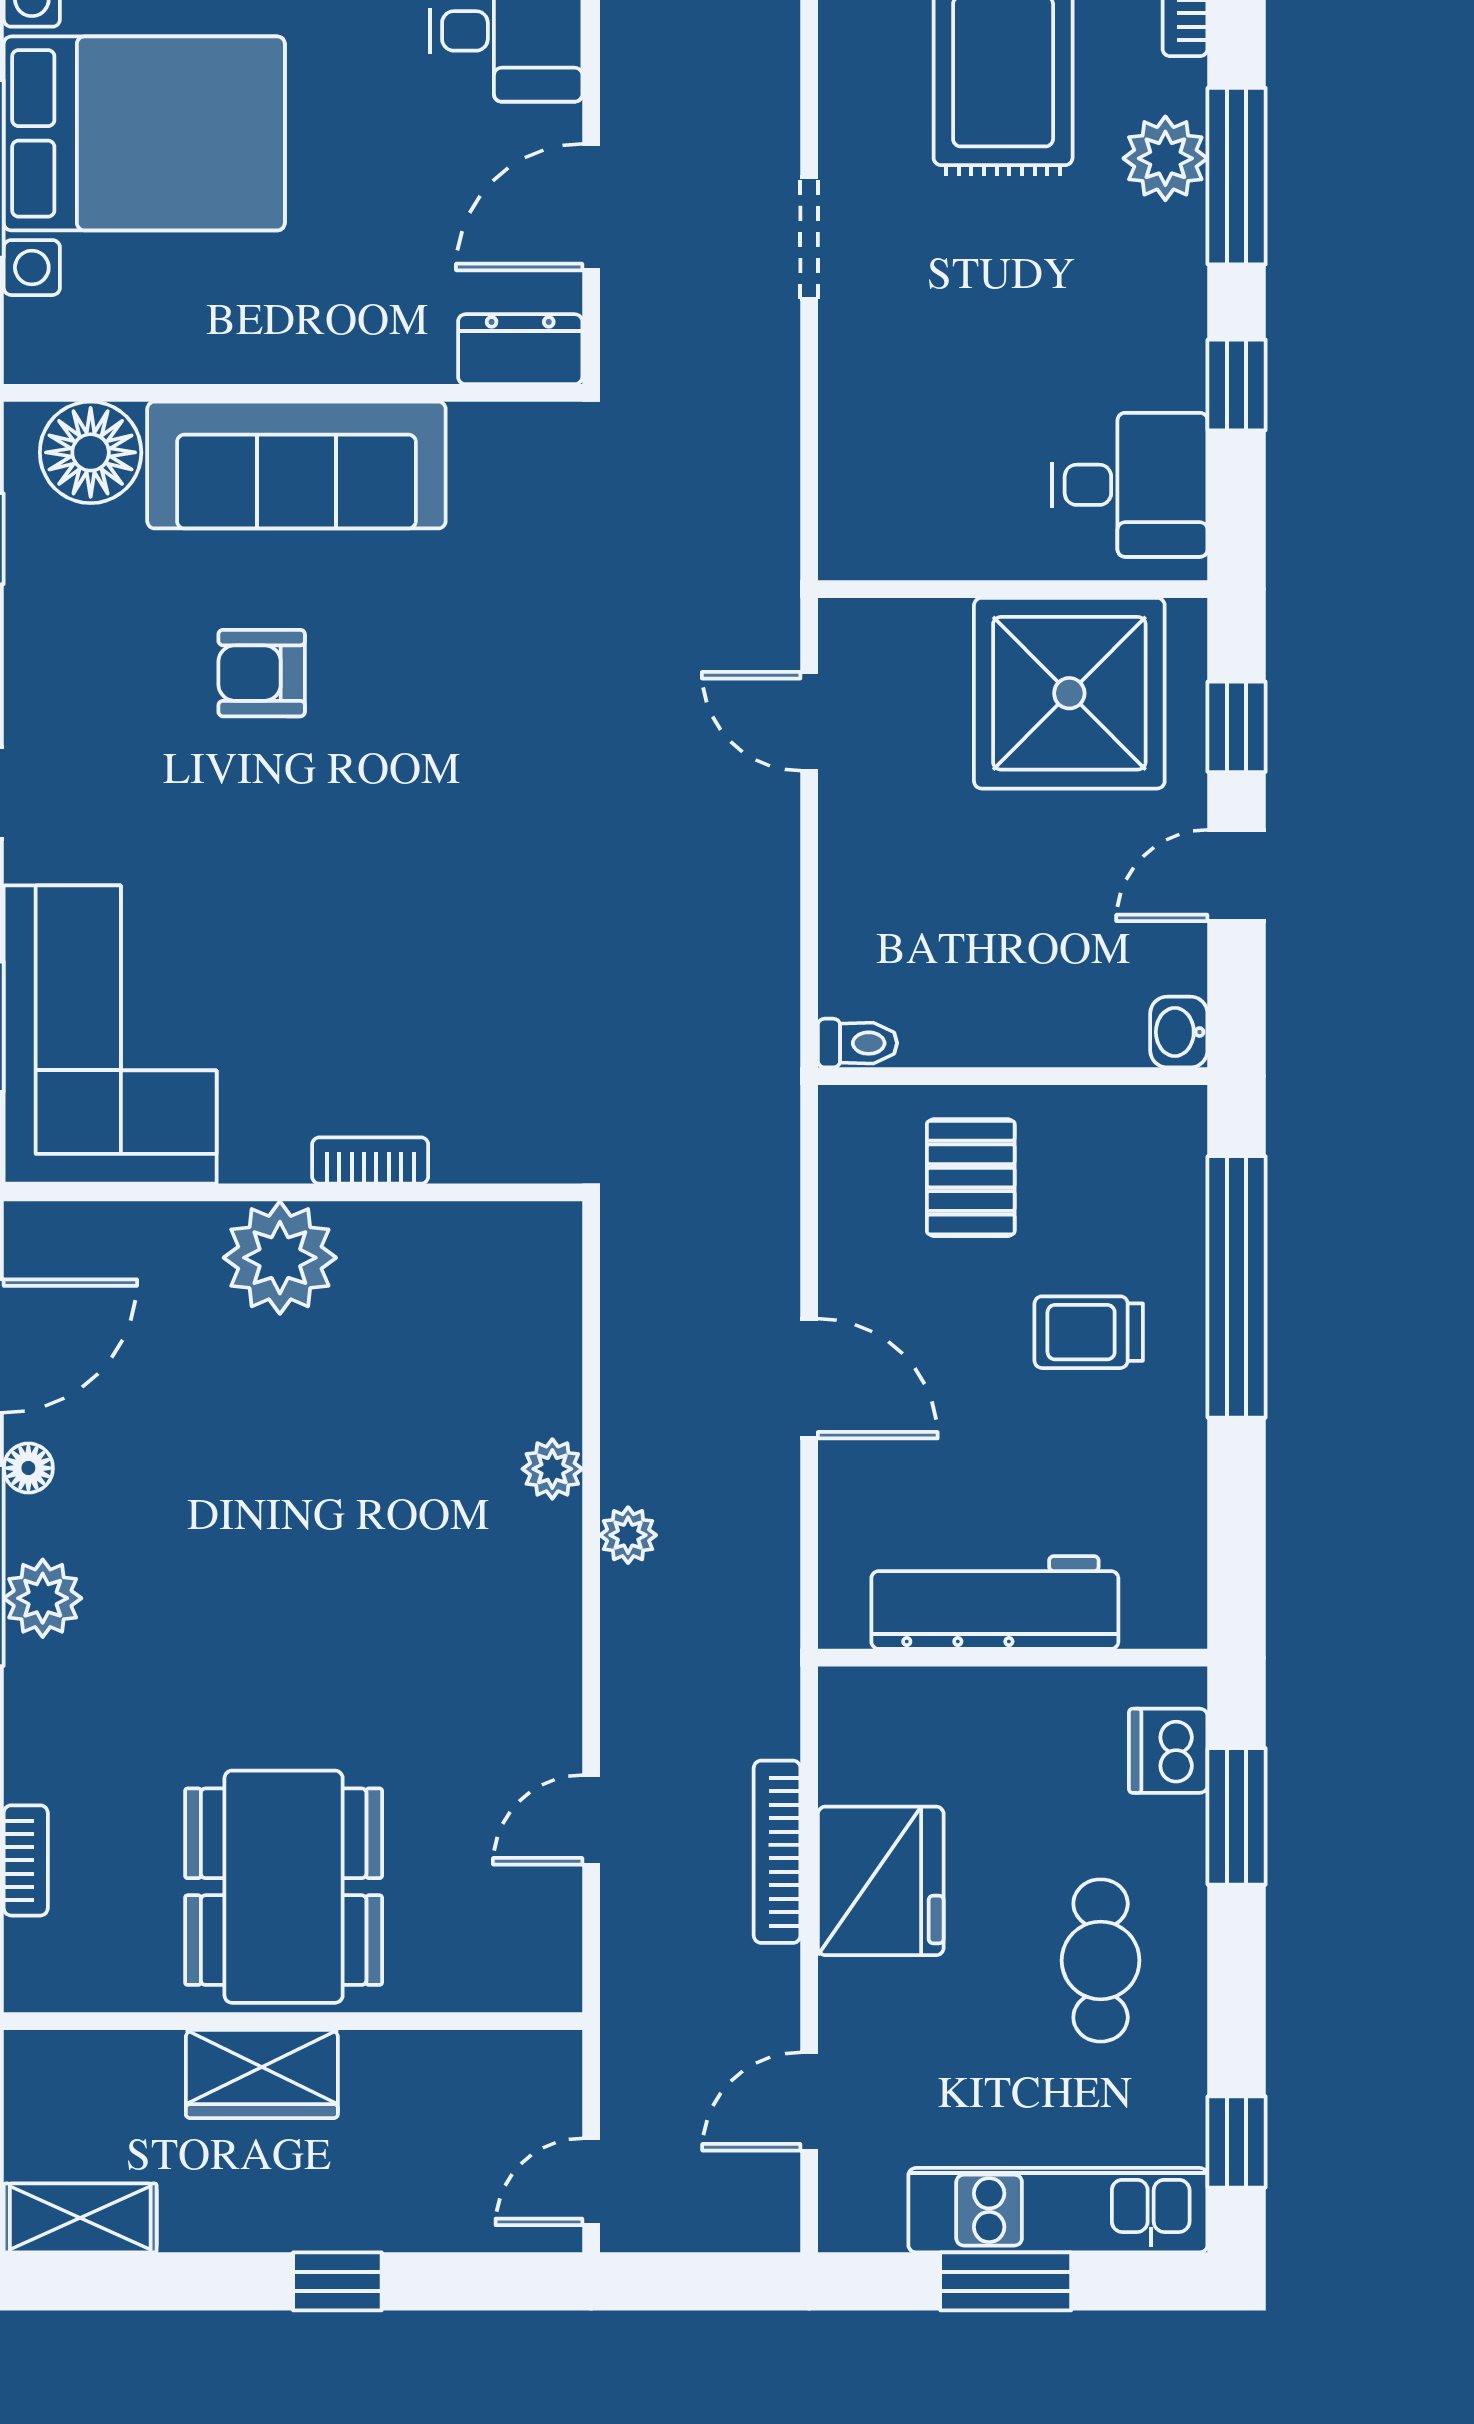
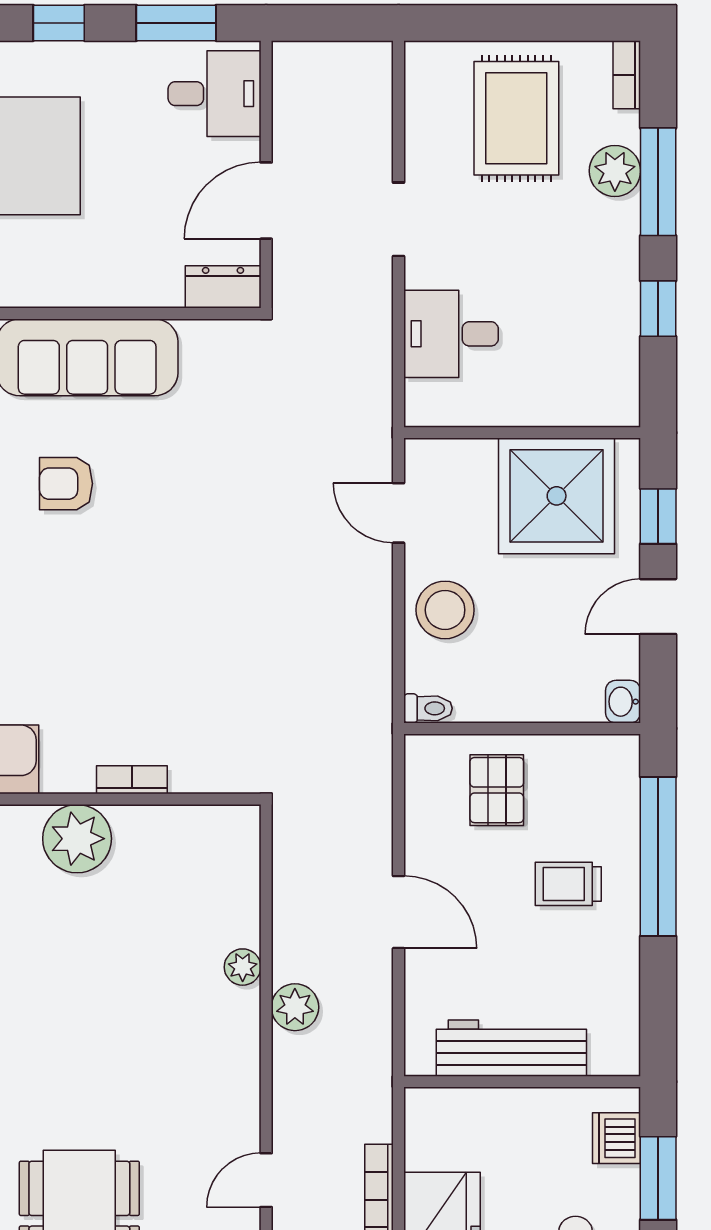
desk: (1130, 485) -> (451, 334), moved, turned 180
stool: (886, 881) -> (445, 610), added
plant: (628, 1535) -> (295, 1007), width x1.38, depth x1.38

